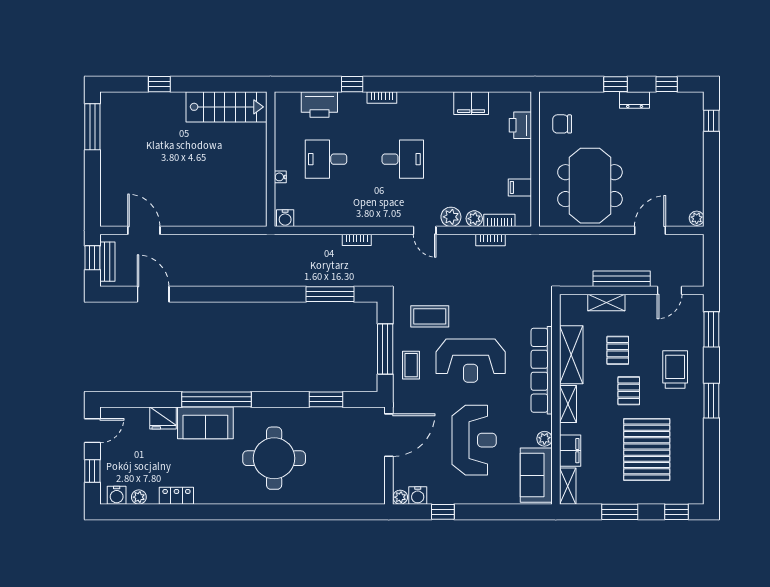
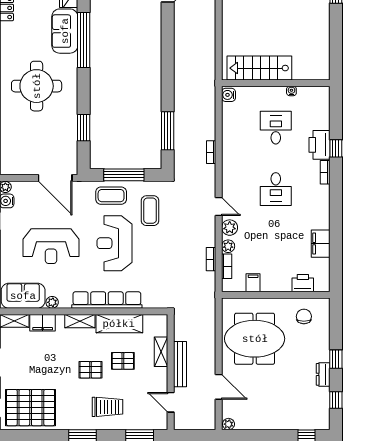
printer: (319, 105) -> (319, 145), moved
stairs: (226, 107) -> (259, 68), moved, turned 90
water cooler: (280, 177) -> (291, 91), moved
door: (425, 230) -> (219, 206), swing flipped
coffee table: (411, 365) -> (111, 196), width x1.36, depth x1.30
pallet: (647, 450) -> (31, 408), moved

